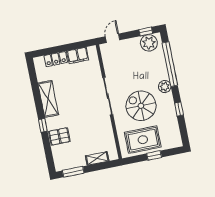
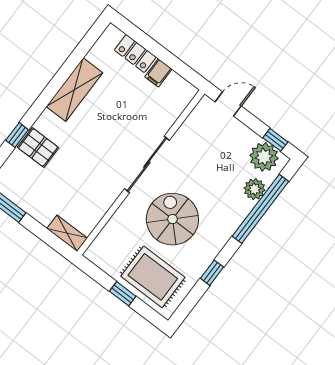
filing cabinet: (78, 55) -> (158, 73), width x0.50
plant: (165, 87) -> (255, 189), moved
window: (43, 125) -> (17, 135), moved
rug: (143, 140) -> (153, 277), moved
shelving: (97, 158) -> (67, 233), moved

